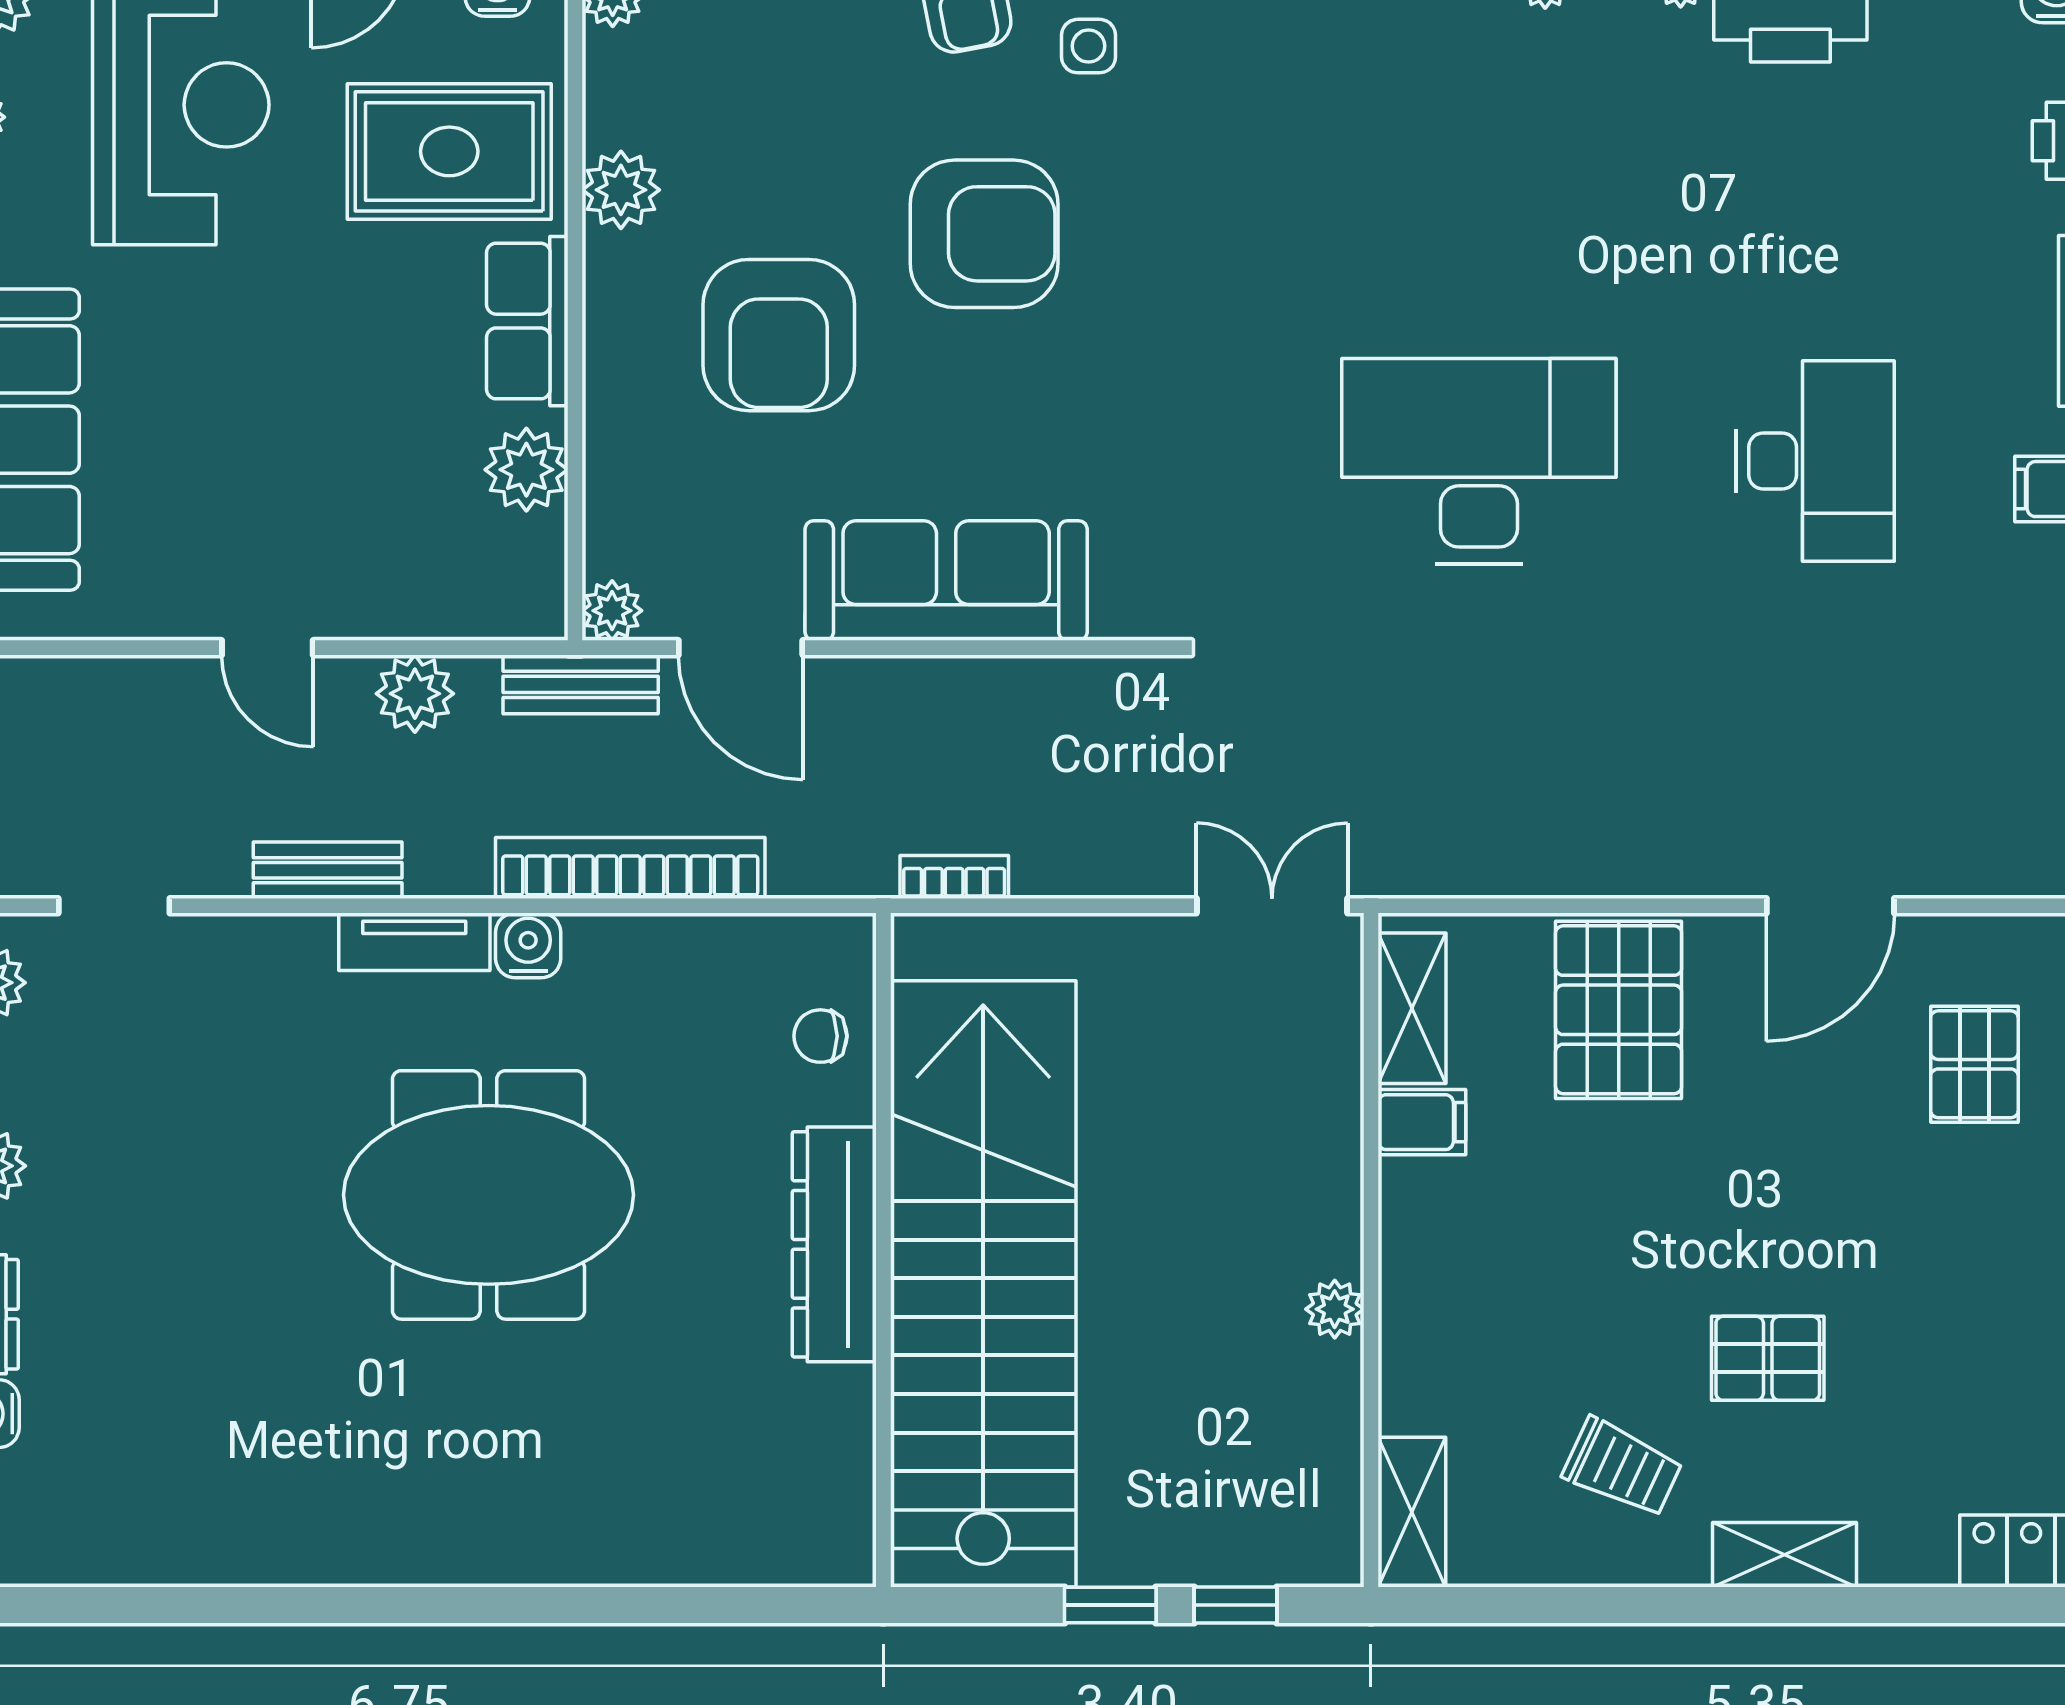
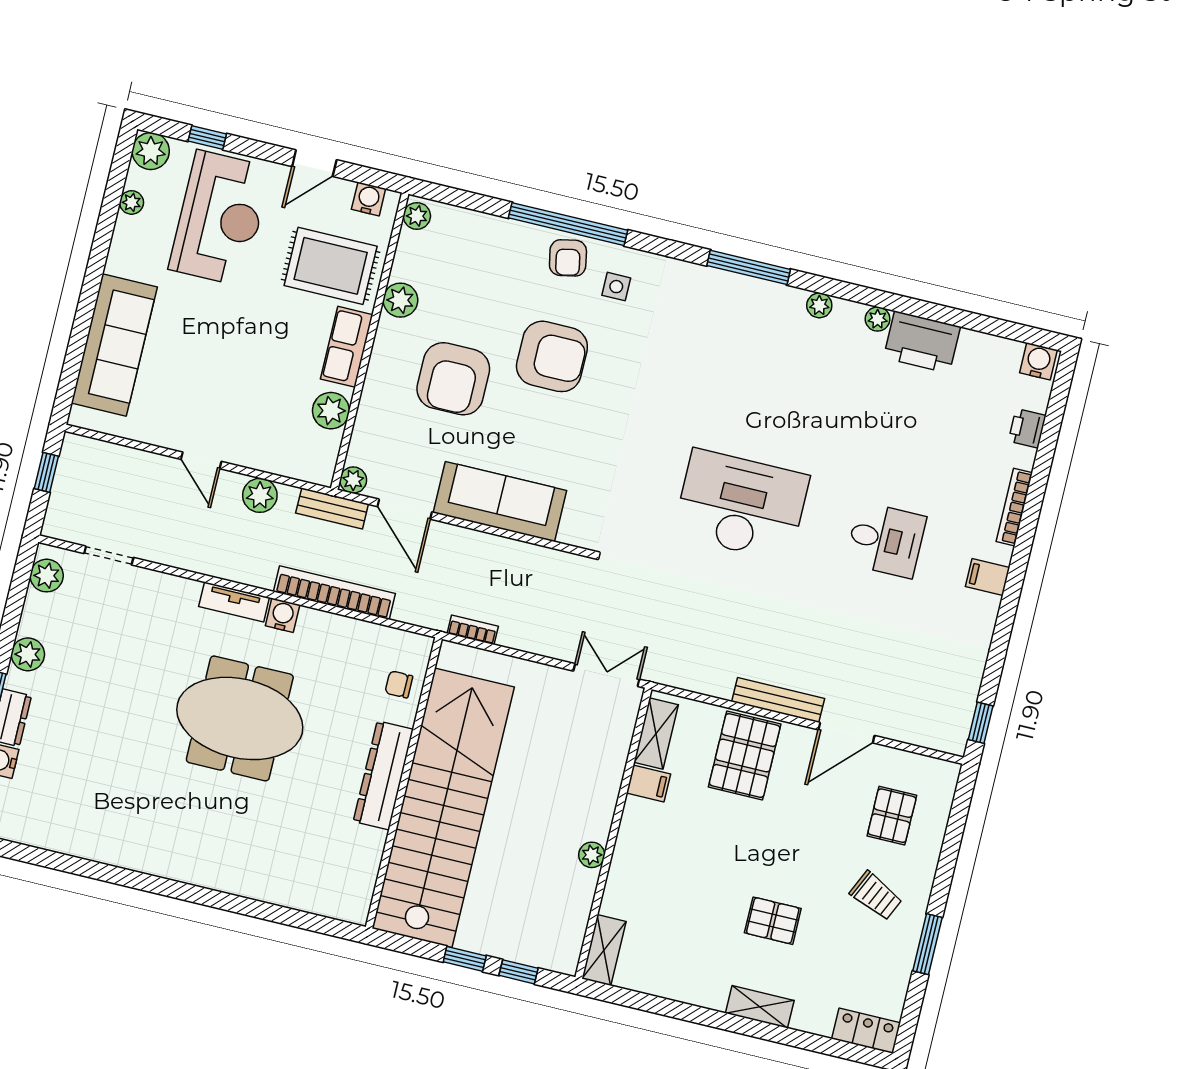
desk: (1815, 461) -> (886, 540), width x0.73
bench: (328, 870) -> (778, 700), moved, width x1.36
trolley: (1622, 1468) -> (876, 896), moved

